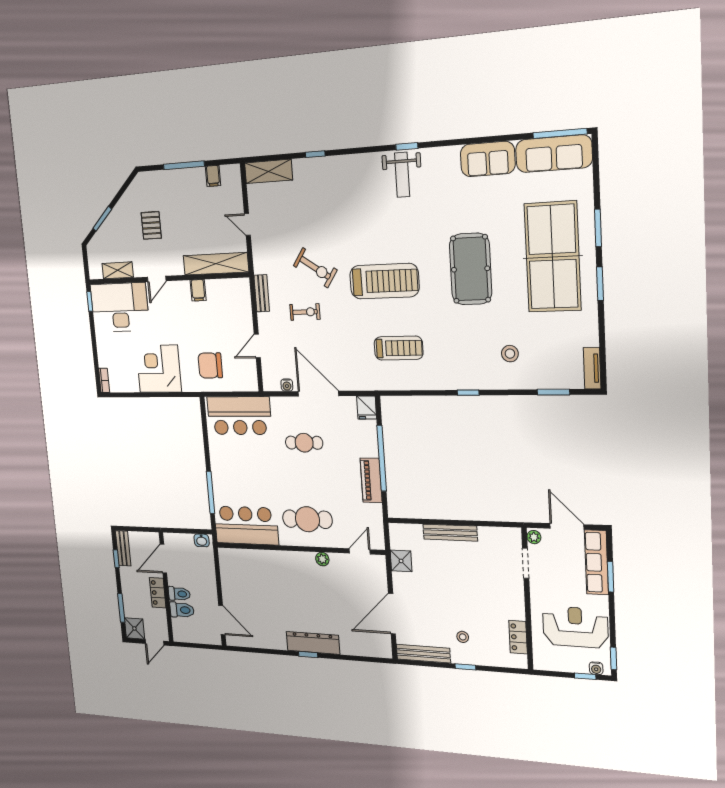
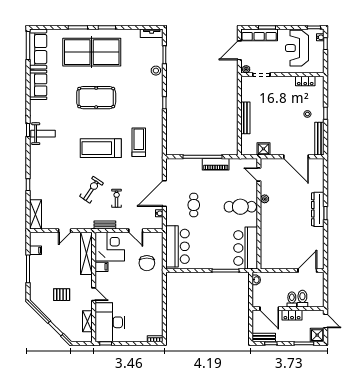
treadmill: (384, 281) -> (101, 148), turned -90
stool: (510, 354) -> (156, 71), moved
corner desk: (159, 369) -> (110, 247), moved, turned 180
fridge: (367, 408) -> (173, 164), removed
cafe table: (307, 519) -> (240, 207), turned 90

